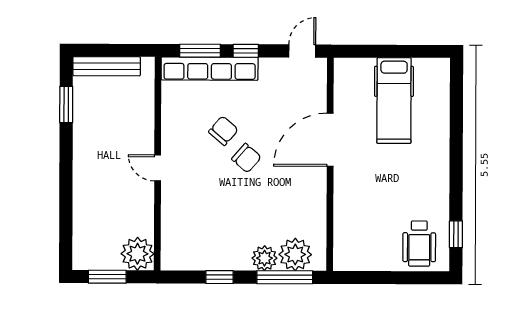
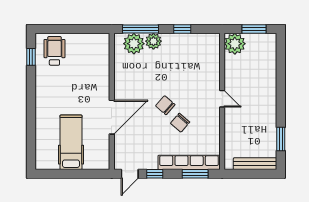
window: (246, 51) -> (155, 174), moved

